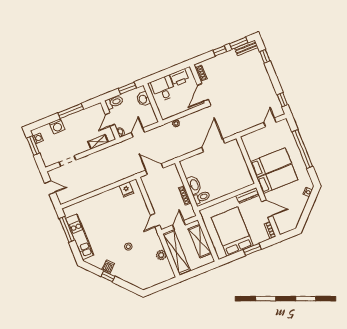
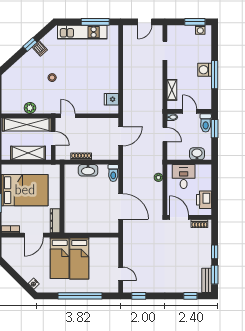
window: (127, 88) -> (215, 129), moved
desk: (163, 89) -> (184, 177), moved, turned -90
washing machine: (57, 126) -> (205, 70), moved
toilet: (202, 197) -> (113, 173), moved

